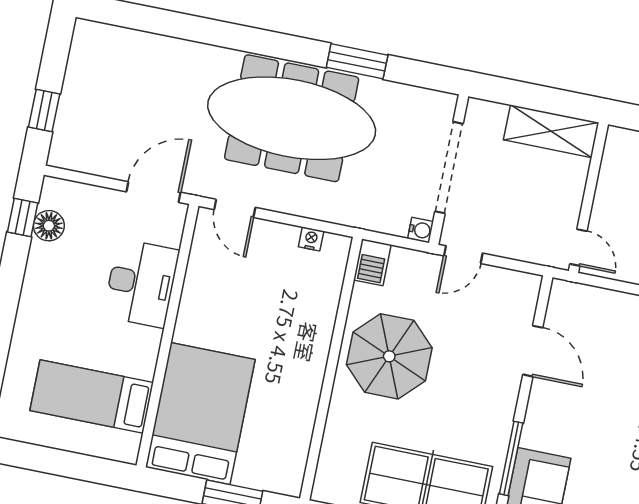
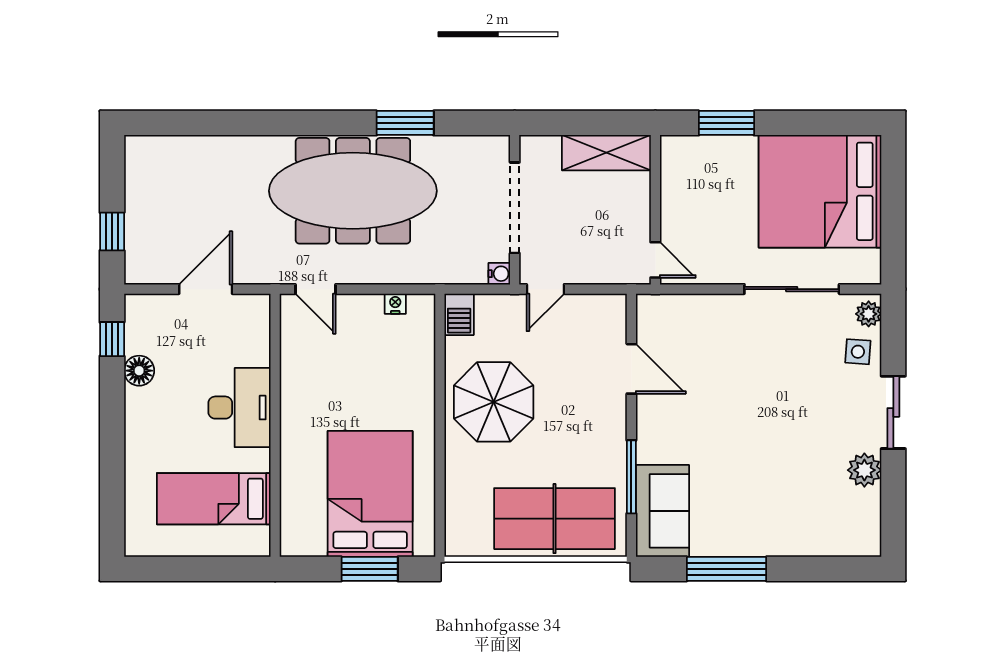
door: (153, 192) -> (206, 289), moved
floor lamp: (49, 226) -> (139, 371), moved
desk: (141, 283) -> (240, 408), moved
bed: (200, 413) -> (370, 494), moved

